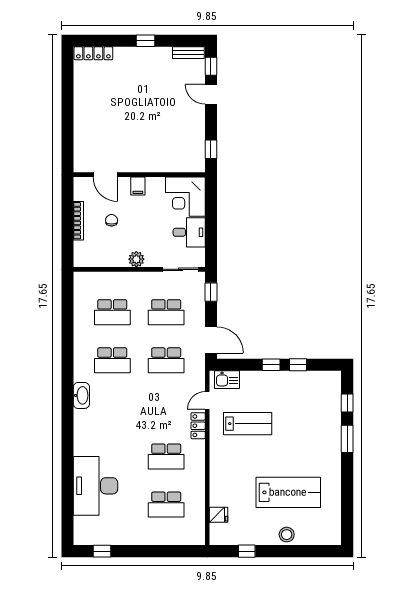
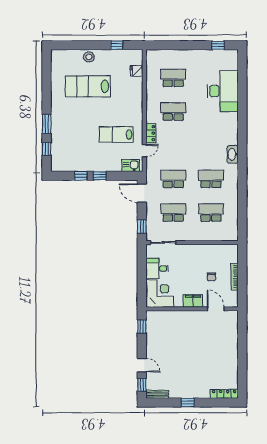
filing cabinet: (138, 186) -> (193, 301), width x2.00
plant: (136, 259) -> (194, 250), removed

